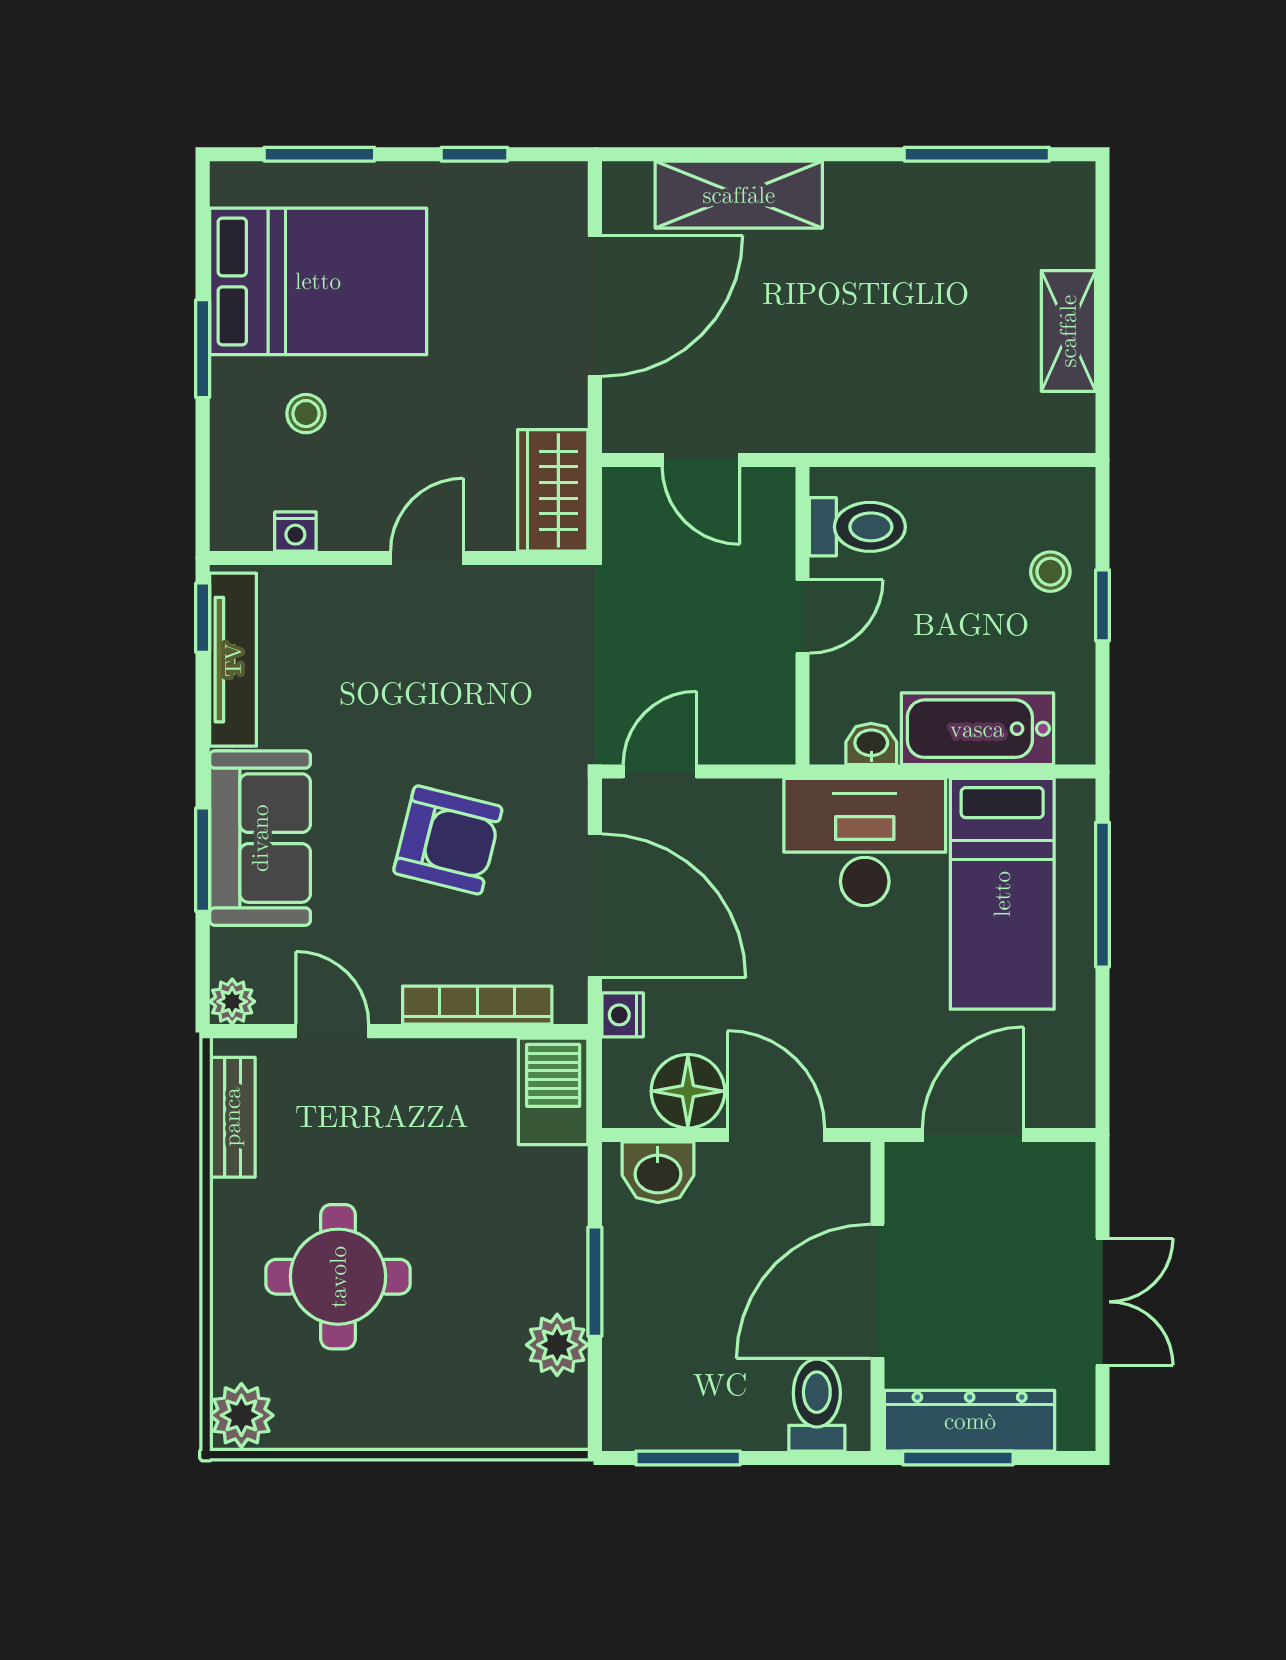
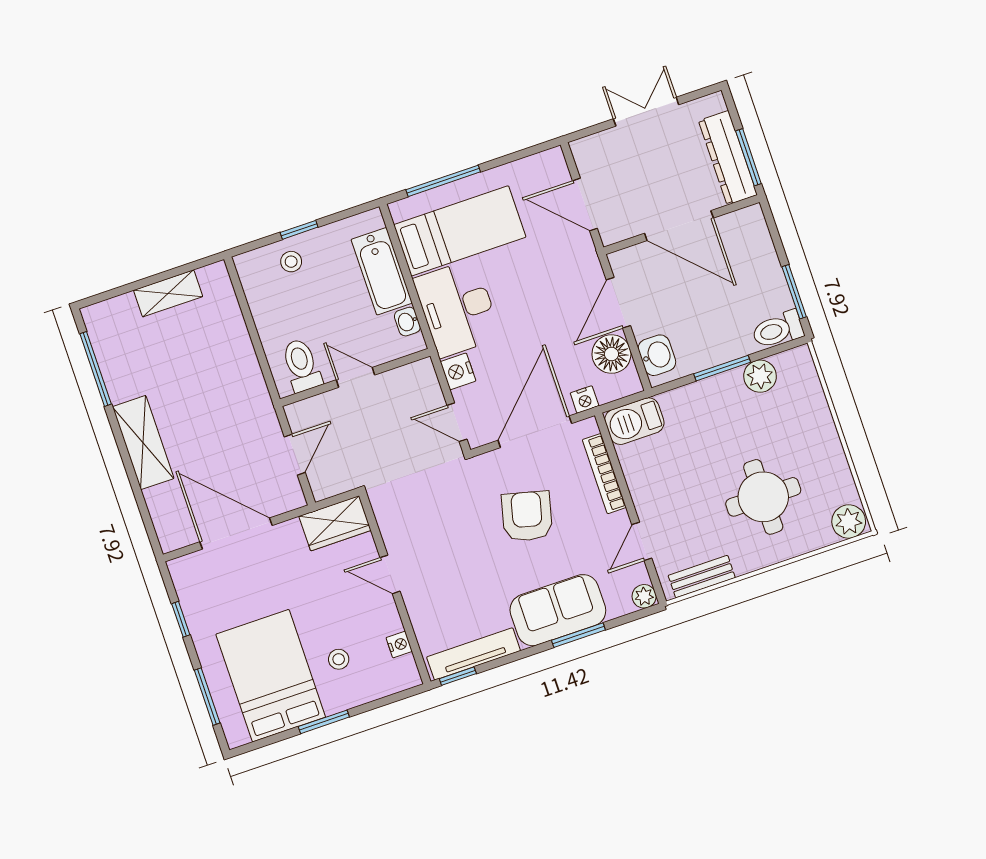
shelving: (739, 195) -> (143, 443), moved
nightstand: (751, 805) -> (458, 371), added
toilet: (817, 1405) -> (778, 330), moved

